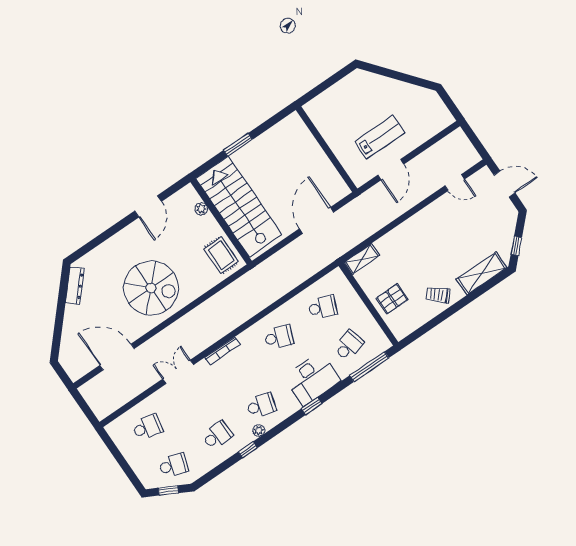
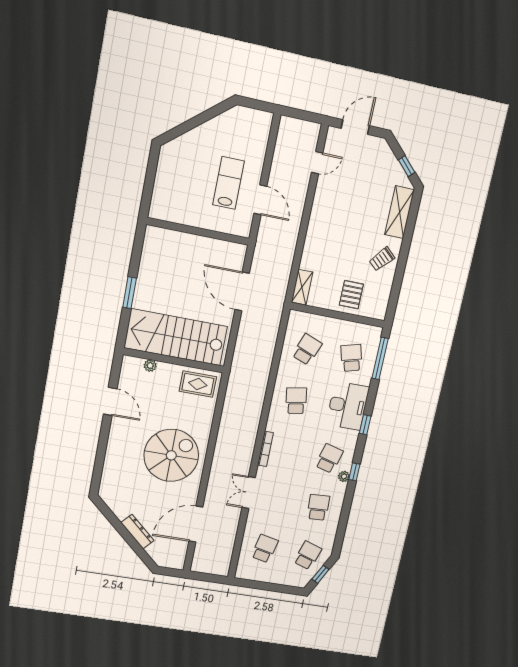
dresser: (75, 286) -> (137, 532), moved
school desk: (279, 337) -> (296, 401), turned -30
window: (248, 450) -> (354, 472), moved

